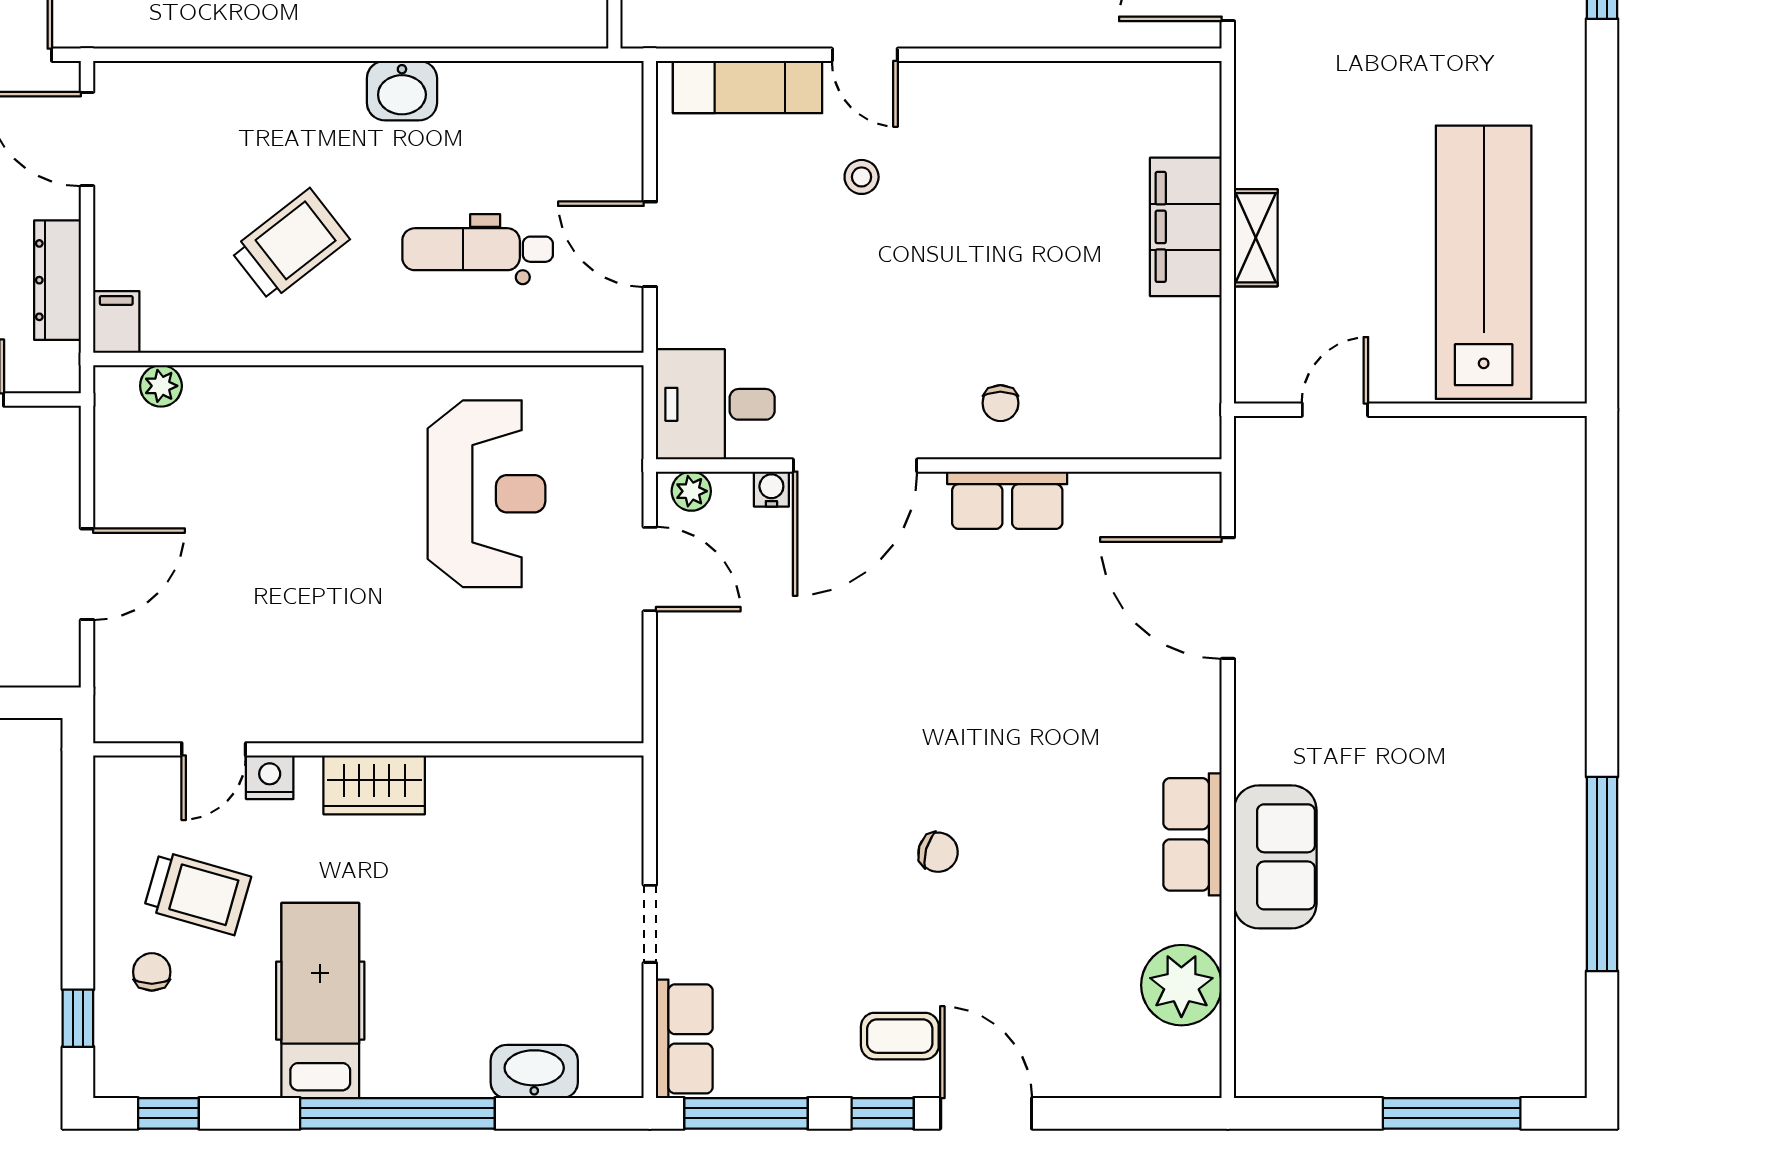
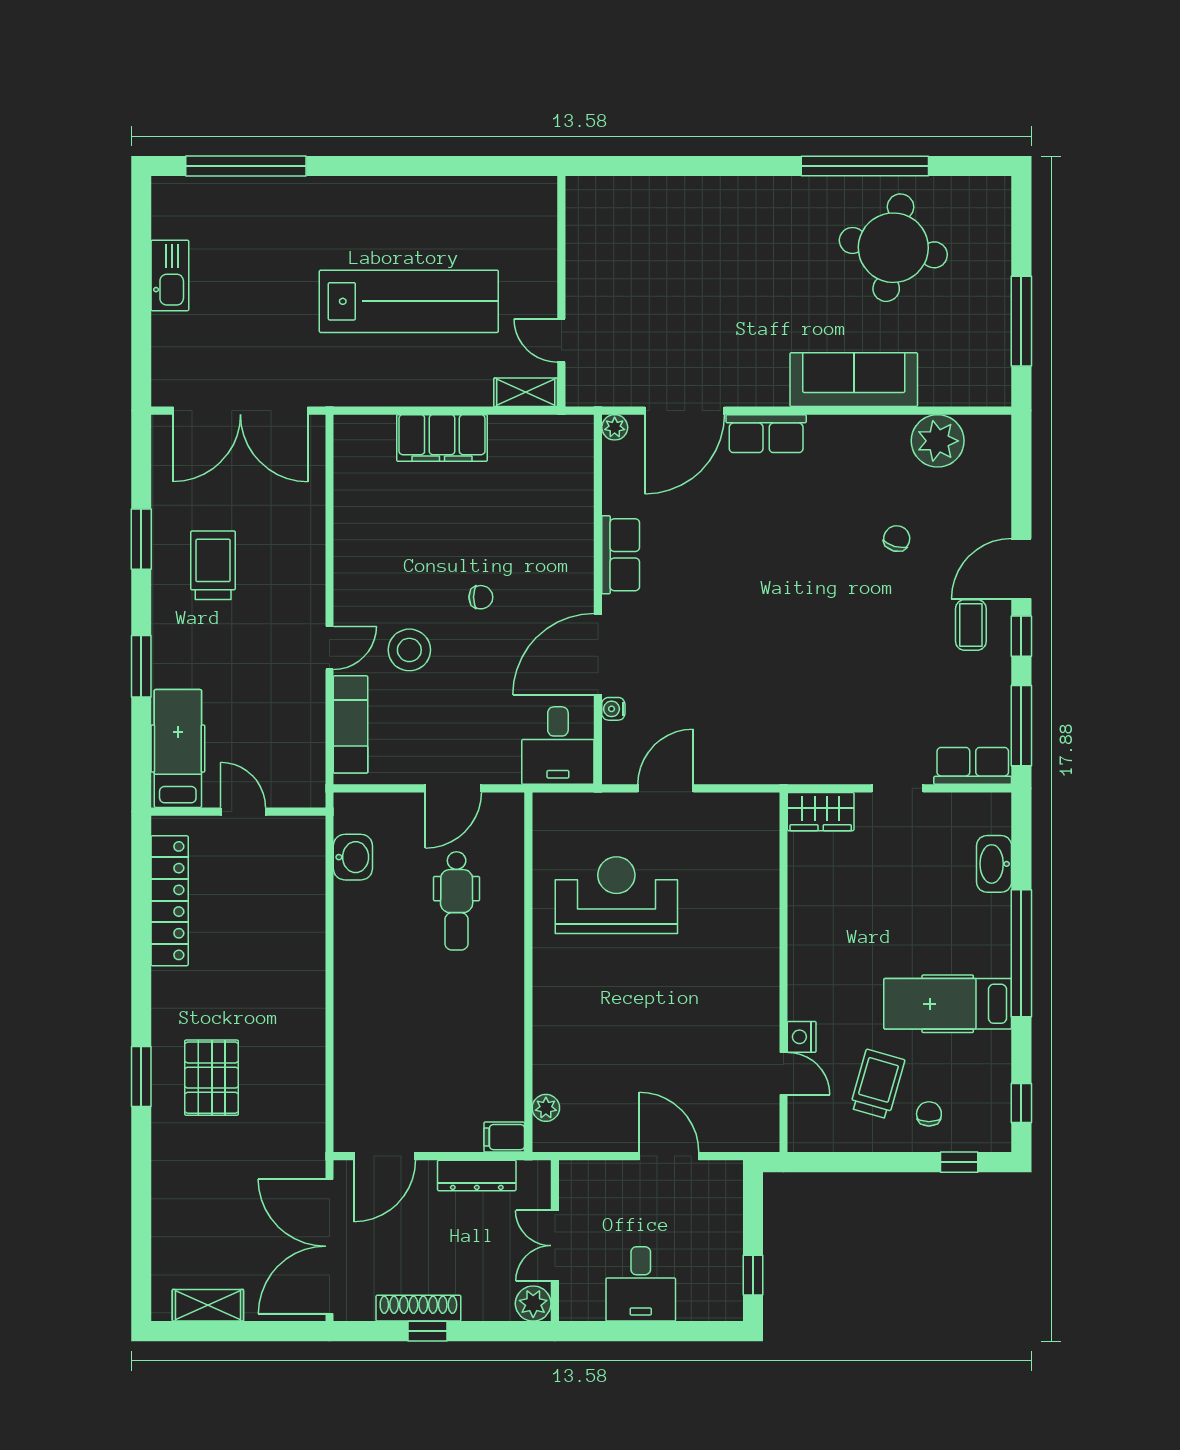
washbasin: (402, 91) -> (353, 857), moved
stool: (862, 177) -> (409, 650), width x1.89, depth x1.89
shelving: (1256, 238) -> (526, 392), moved
trolley: (290, 245) -> (454, 1024), removed
lab bench: (1484, 262) -> (409, 301), moved, turned 180
chair: (1000, 403) -> (481, 597), moved
door: (855, 465) -> (598, 654), swing flipped
plant: (691, 491) -> (615, 427), moved
wardrobe: (374, 785) -> (821, 812), moved, turned 90
row of seats: (1192, 834) -> (766, 434), moved
chair: (938, 852) -> (897, 539), moved
sofa: (1275, 857) -> (854, 380), width x1.36
round table: (1477, 917) -> (893, 248), added
chair: (152, 972) -> (929, 1114), turned 90
window: (1452, 1113) -> (1021, 321), moved

